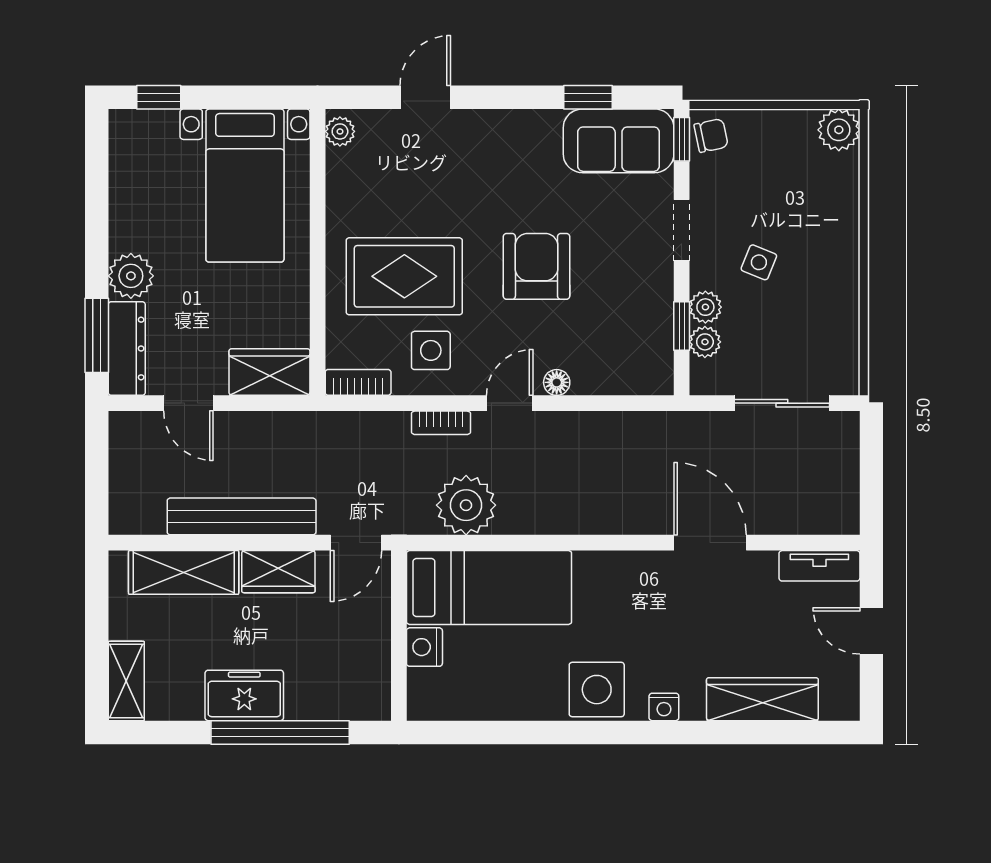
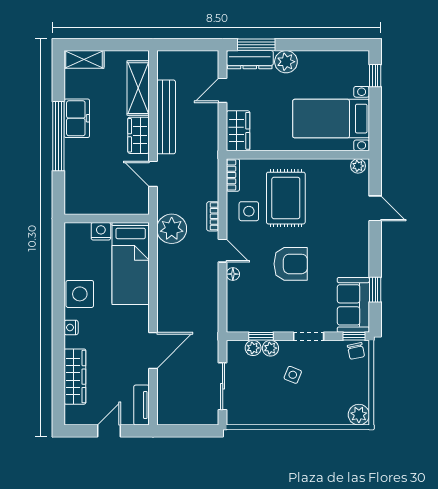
bed: (489, 588) -> (131, 263), moved
wall: (399, 636) -> (107, 218), moved
nightstand: (424, 647) -> (101, 231), moved

